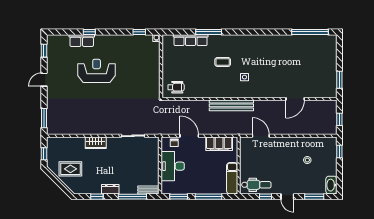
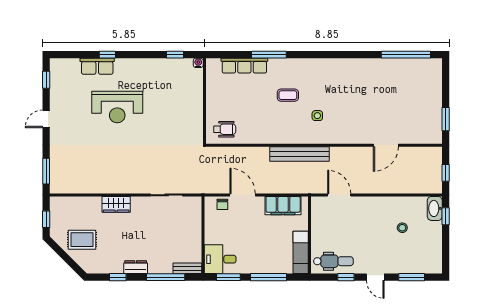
reception desk: (97, 71) -> (117, 107), turned 180
desk: (173, 166) -> (220, 259), moved, width x0.73
washbasin: (331, 185) -> (435, 208), moved

